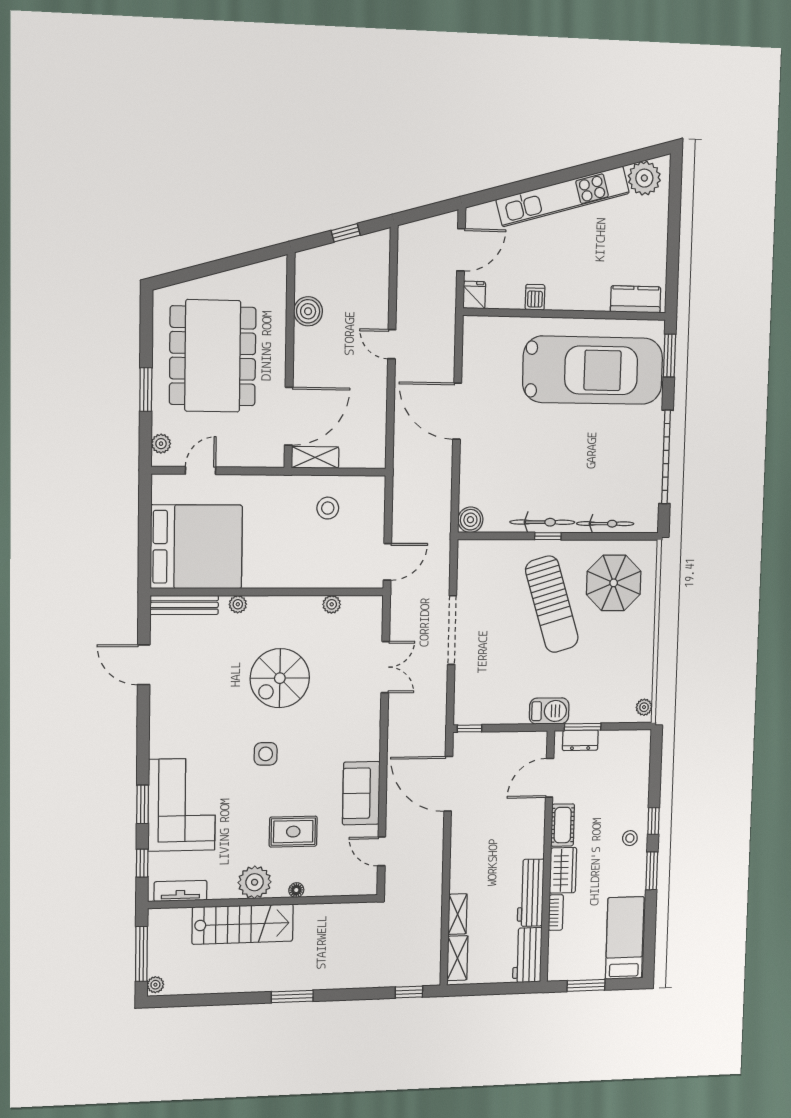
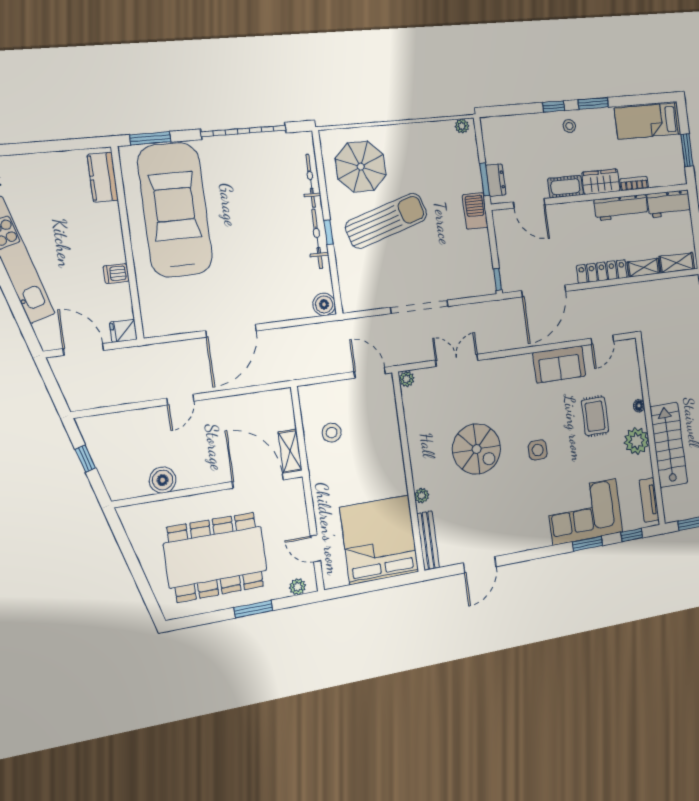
plant: (332, 604) -> (407, 379), moved
locker: (460, 860) -> (602, 272), added

